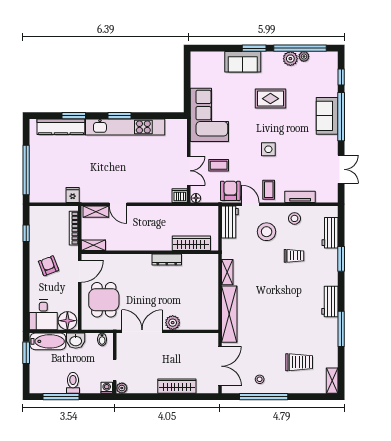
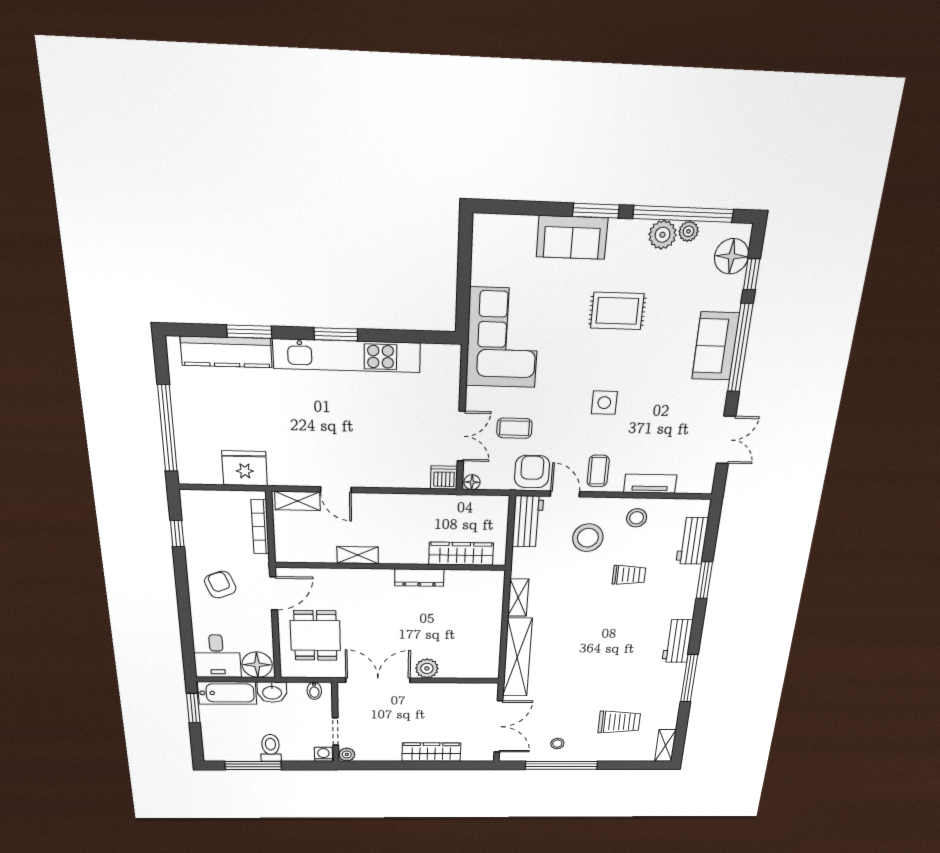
floor lamp: (329, 68) -> (732, 256), added
fridge: (73, 195) -> (245, 468), width x1.88, depth x1.34
shelving: (93, 245) -> (358, 555), moved

